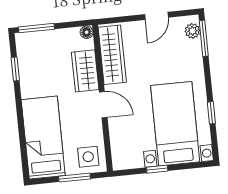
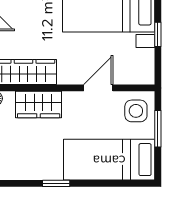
window: (15, 69) -> (56, 183), moved
door: (103, 105) -> (98, 88), moved

